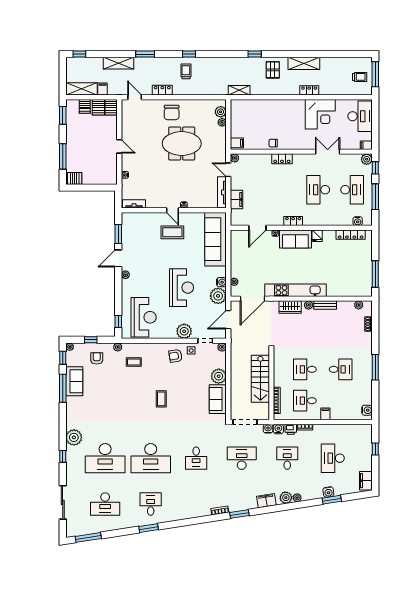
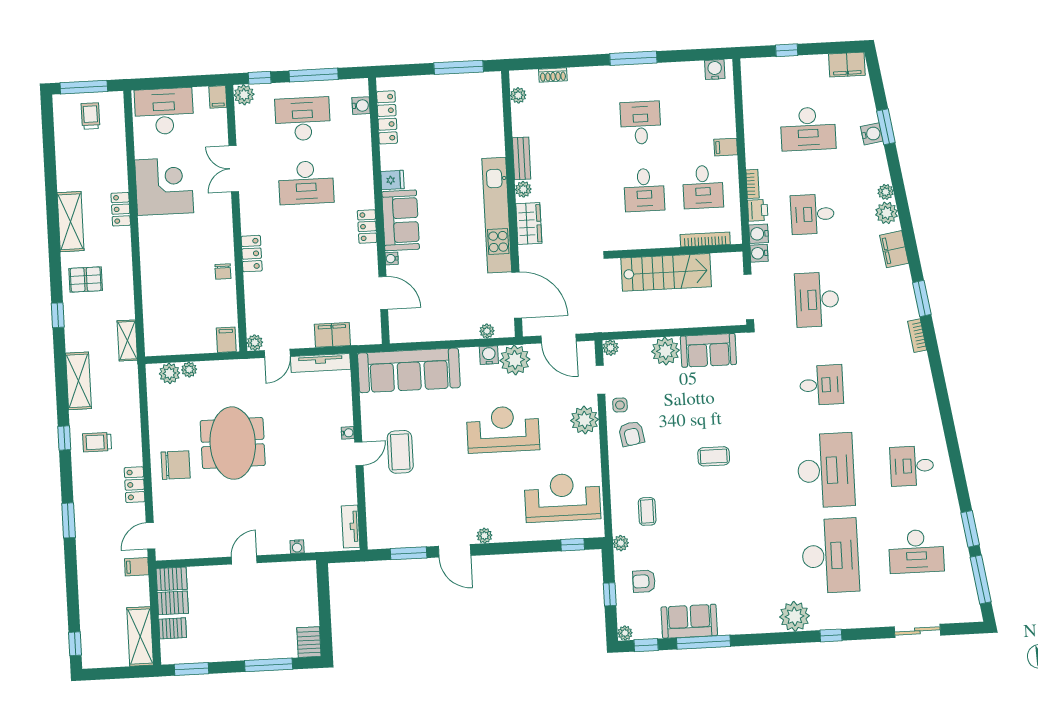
shelving: (119, 63) -> (78, 381), moved
filing cabinet: (103, 89) -> (137, 567), moved
sliding door: (63, 502) -> (917, 631), width x0.73
desk: (105, 504) -> (916, 551), turned 90
window: (149, 528) -> (970, 529), moved

